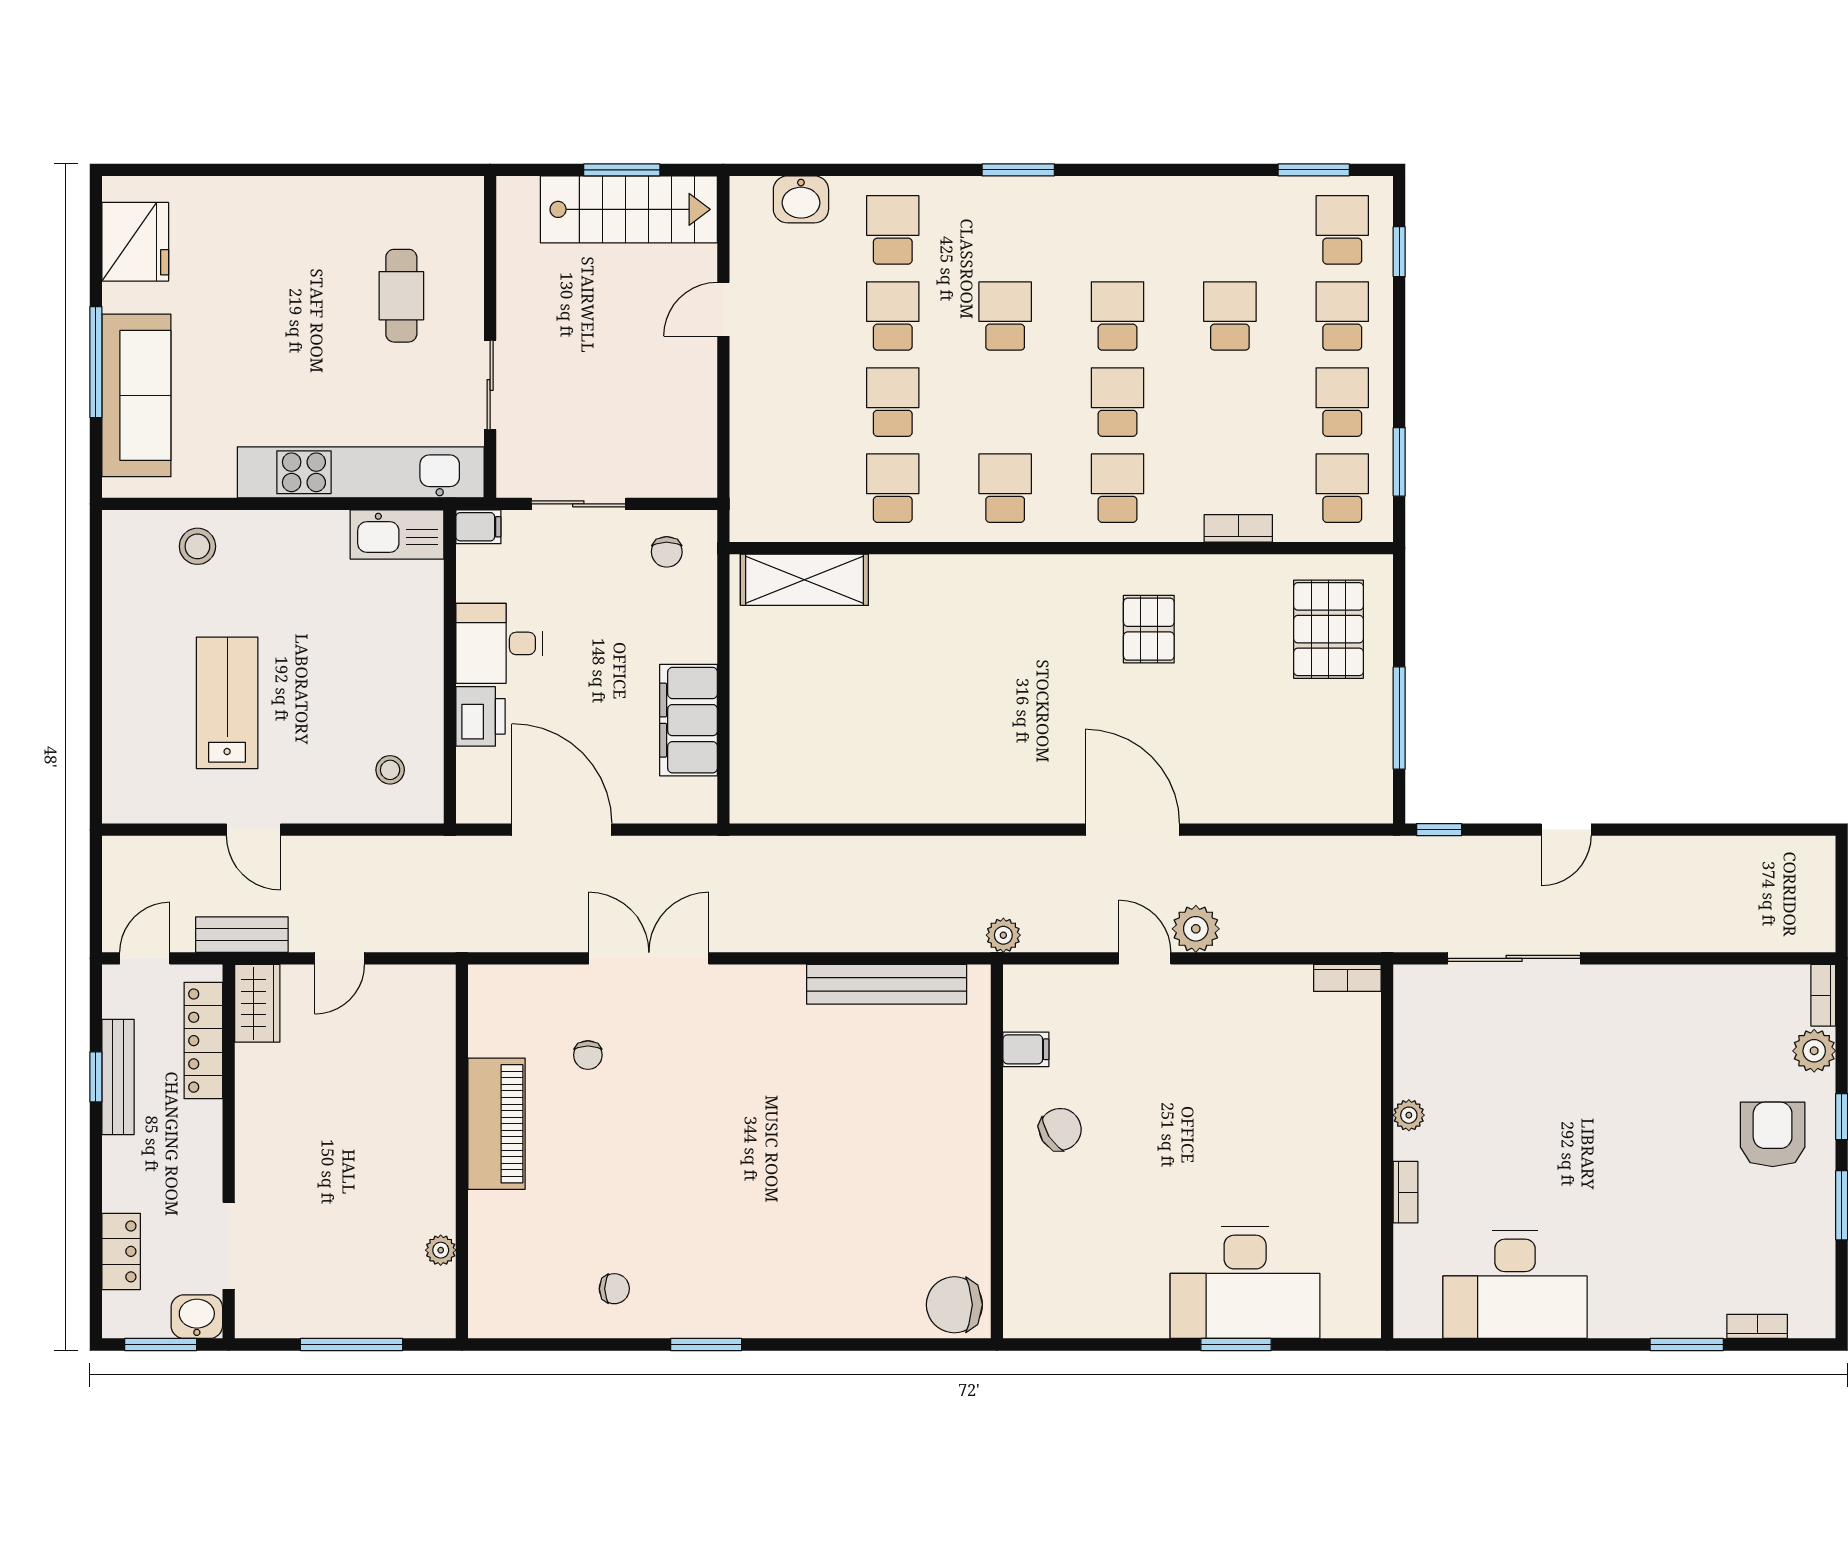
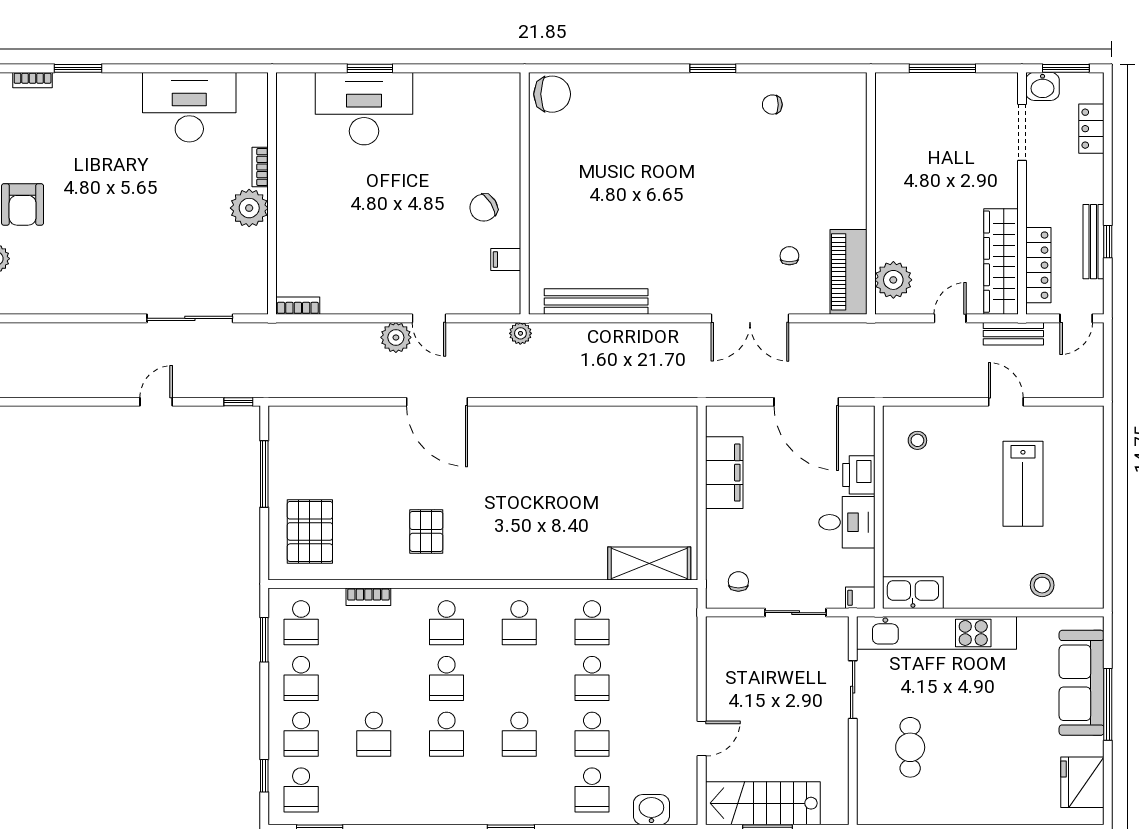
wardrobe: (257, 1003) -> (1001, 262), width x2.10, depth x1.17
plant: (1409, 1115) -> (249, 208), width x1.88, depth x1.88
piano: (497, 1124) -> (849, 272), moved
plant: (441, 1250) -> (893, 280), moved, width x1.87, depth x1.87

